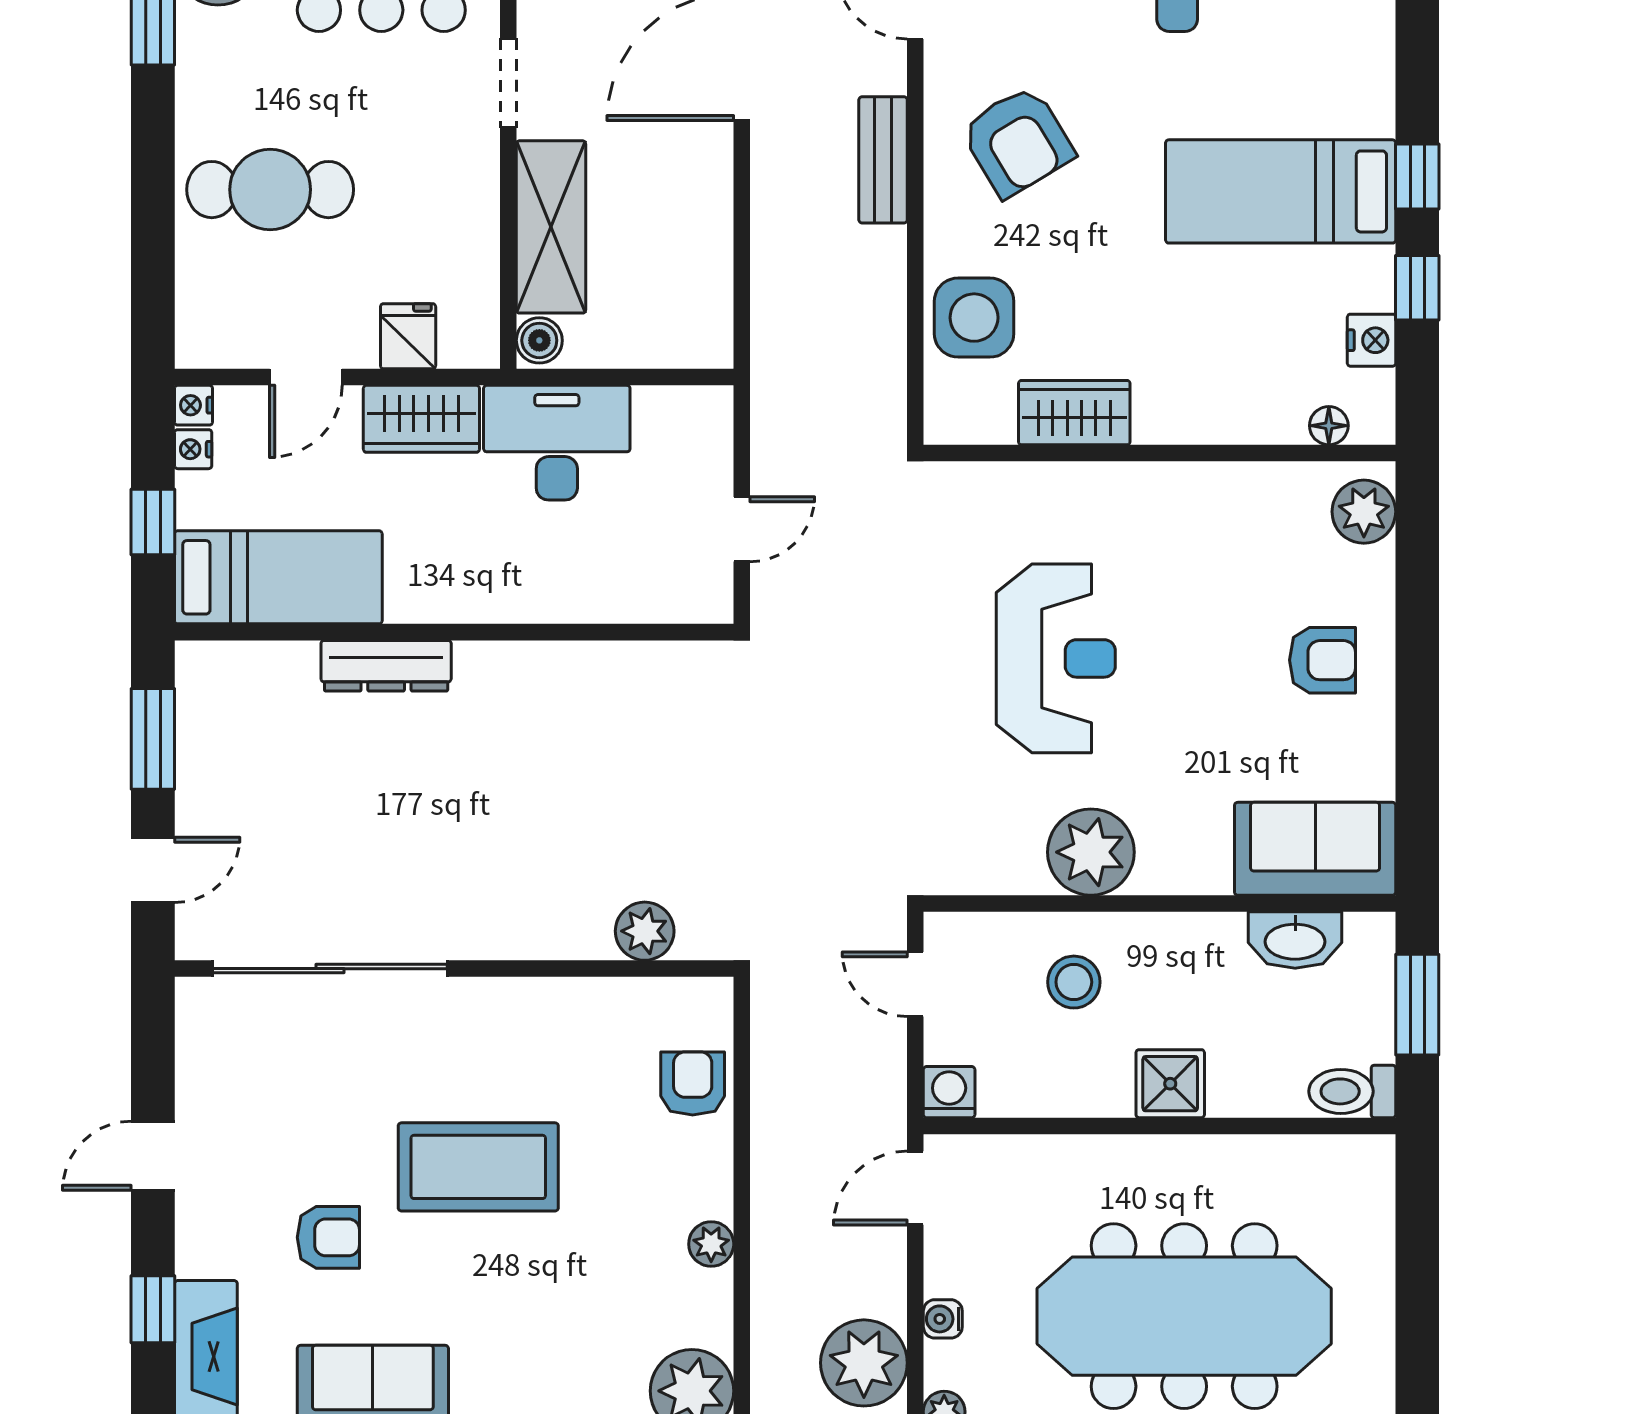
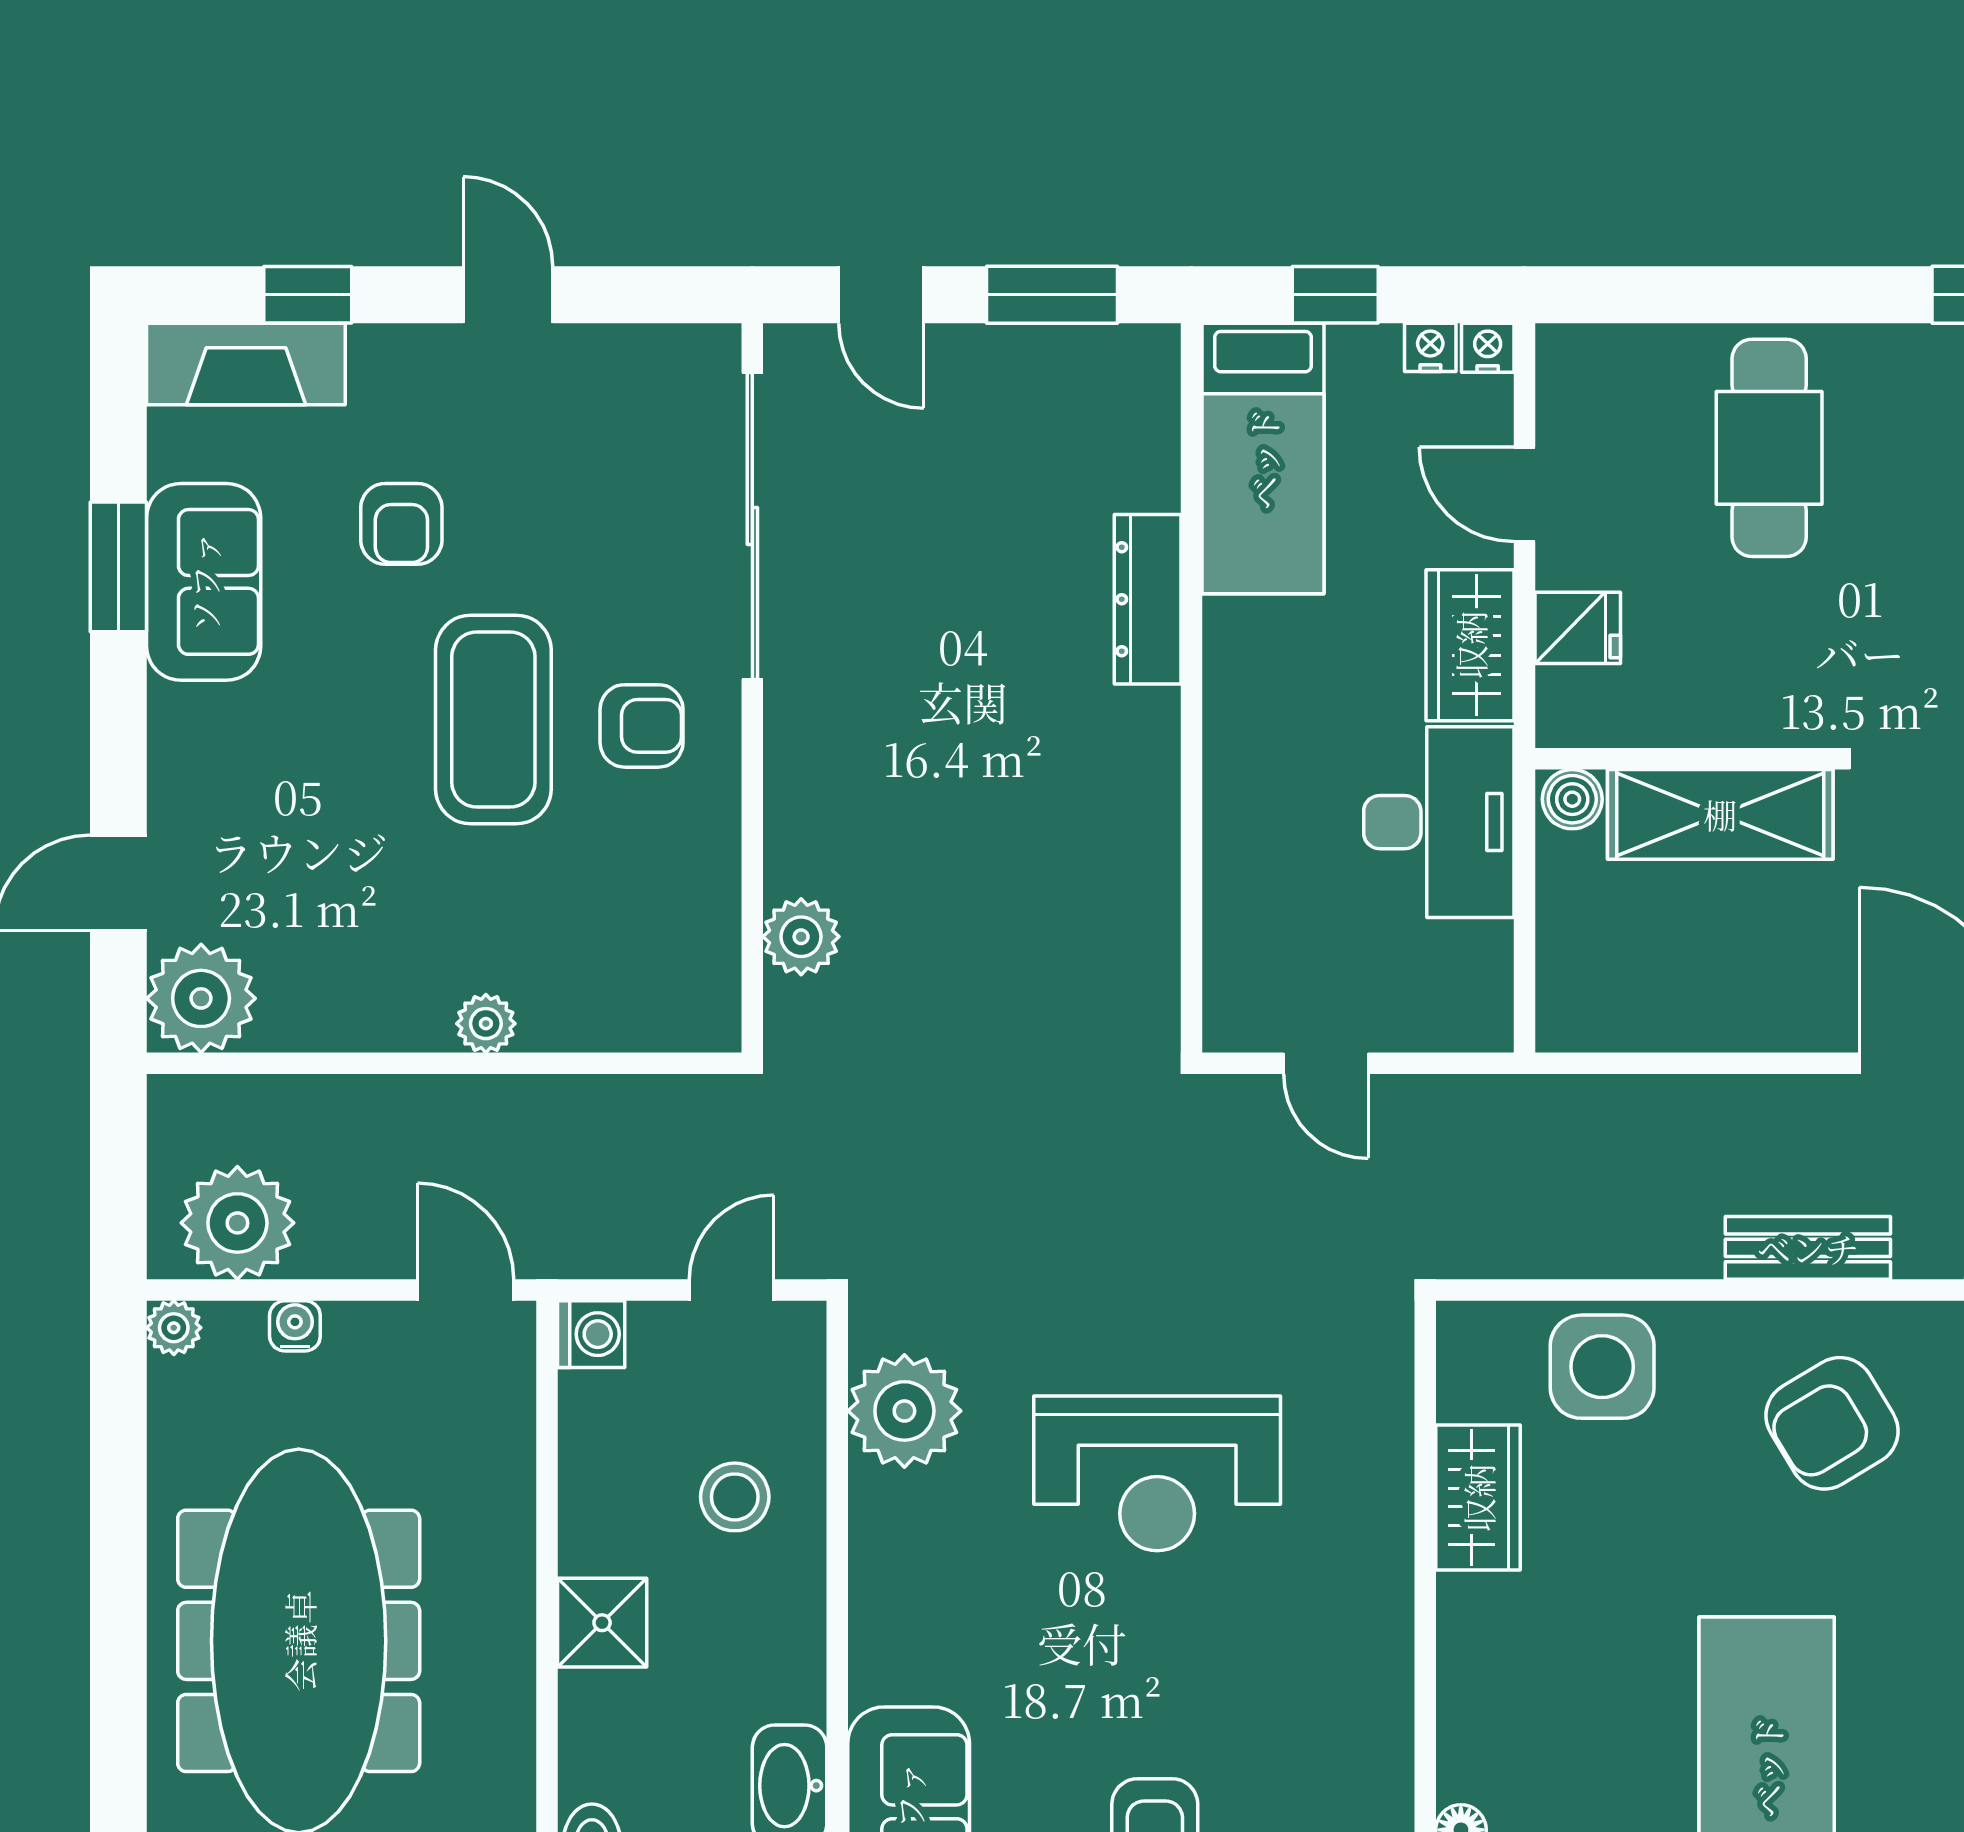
plant: (1091, 852) -> (904, 1411), moved
armchair: (693, 1083) -> (642, 726), moved
plant: (711, 1244) -> (486, 1024), moved

